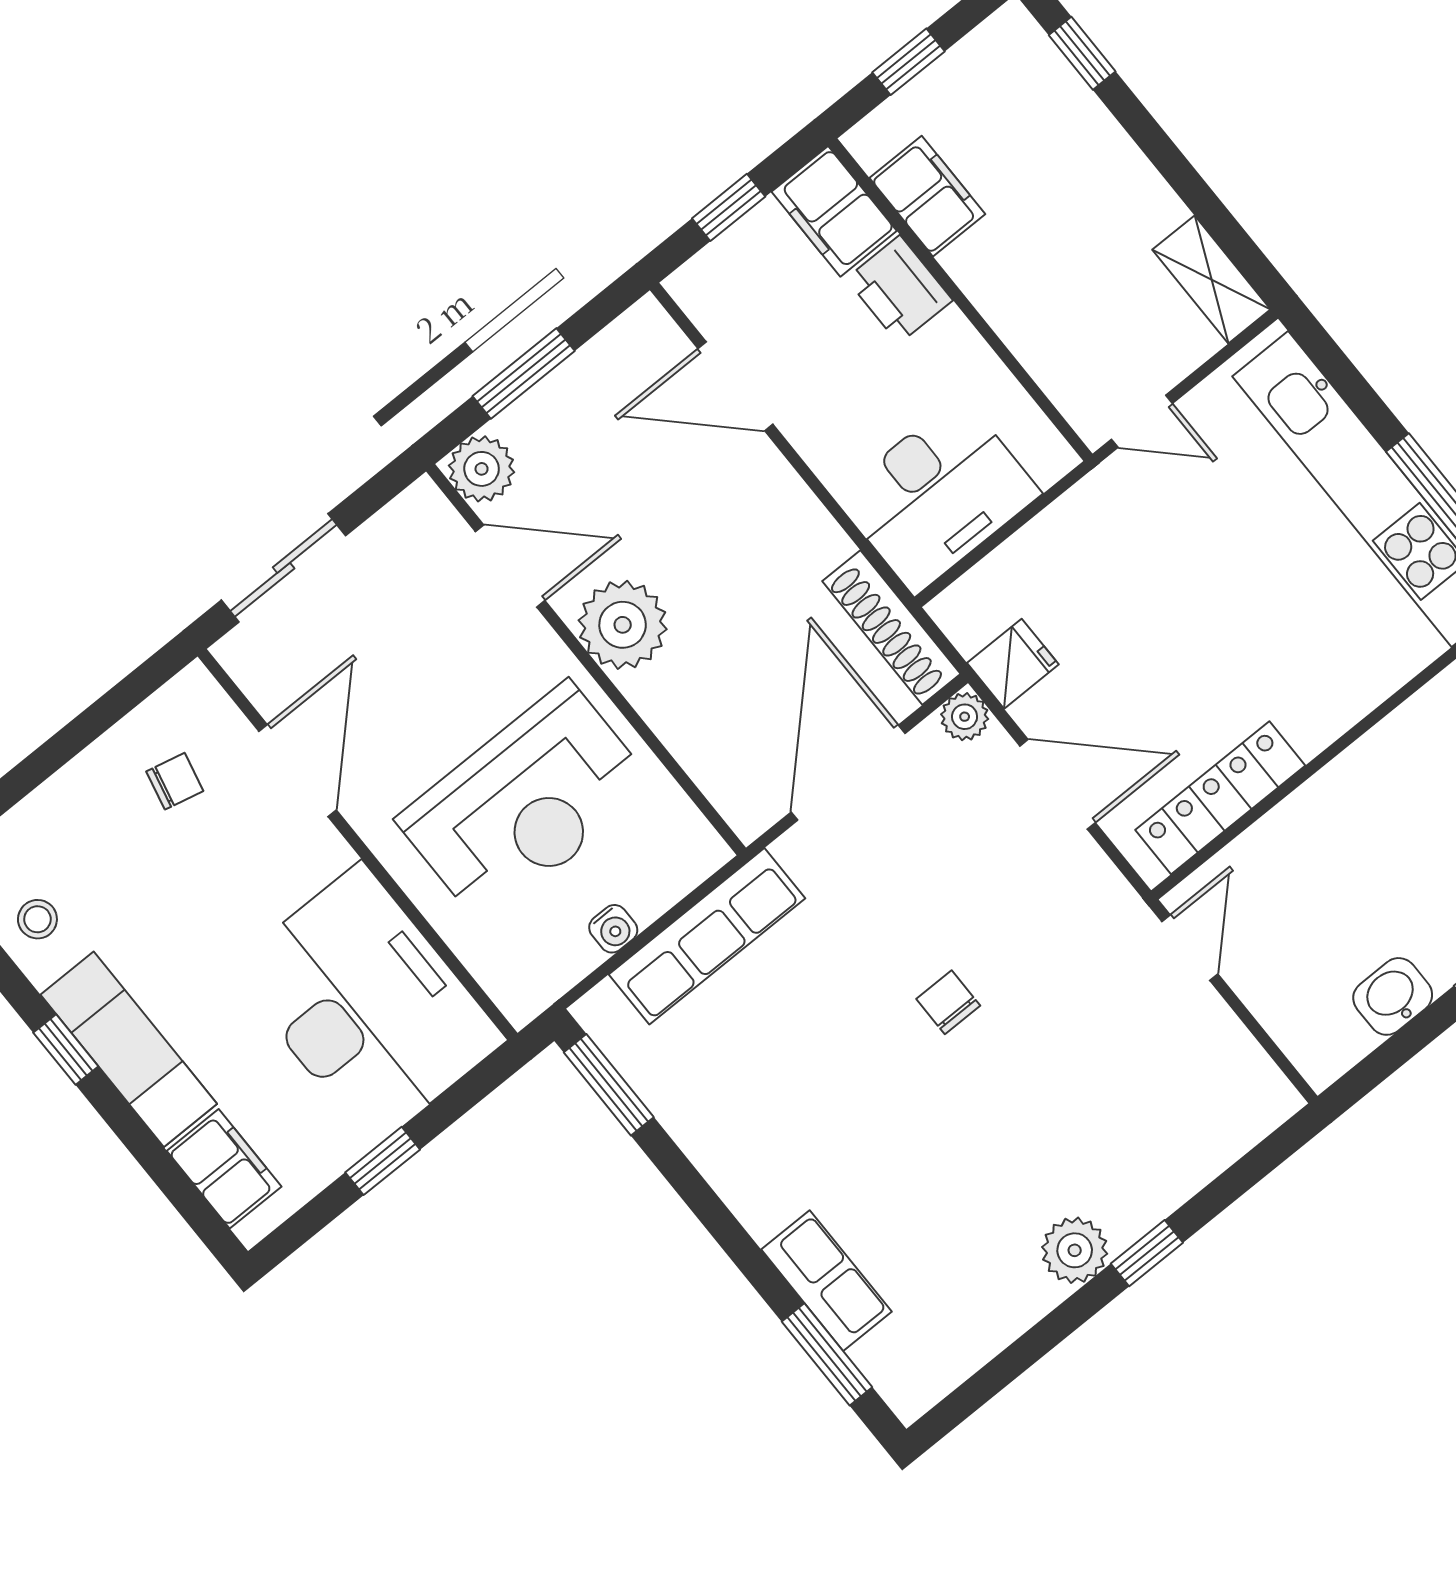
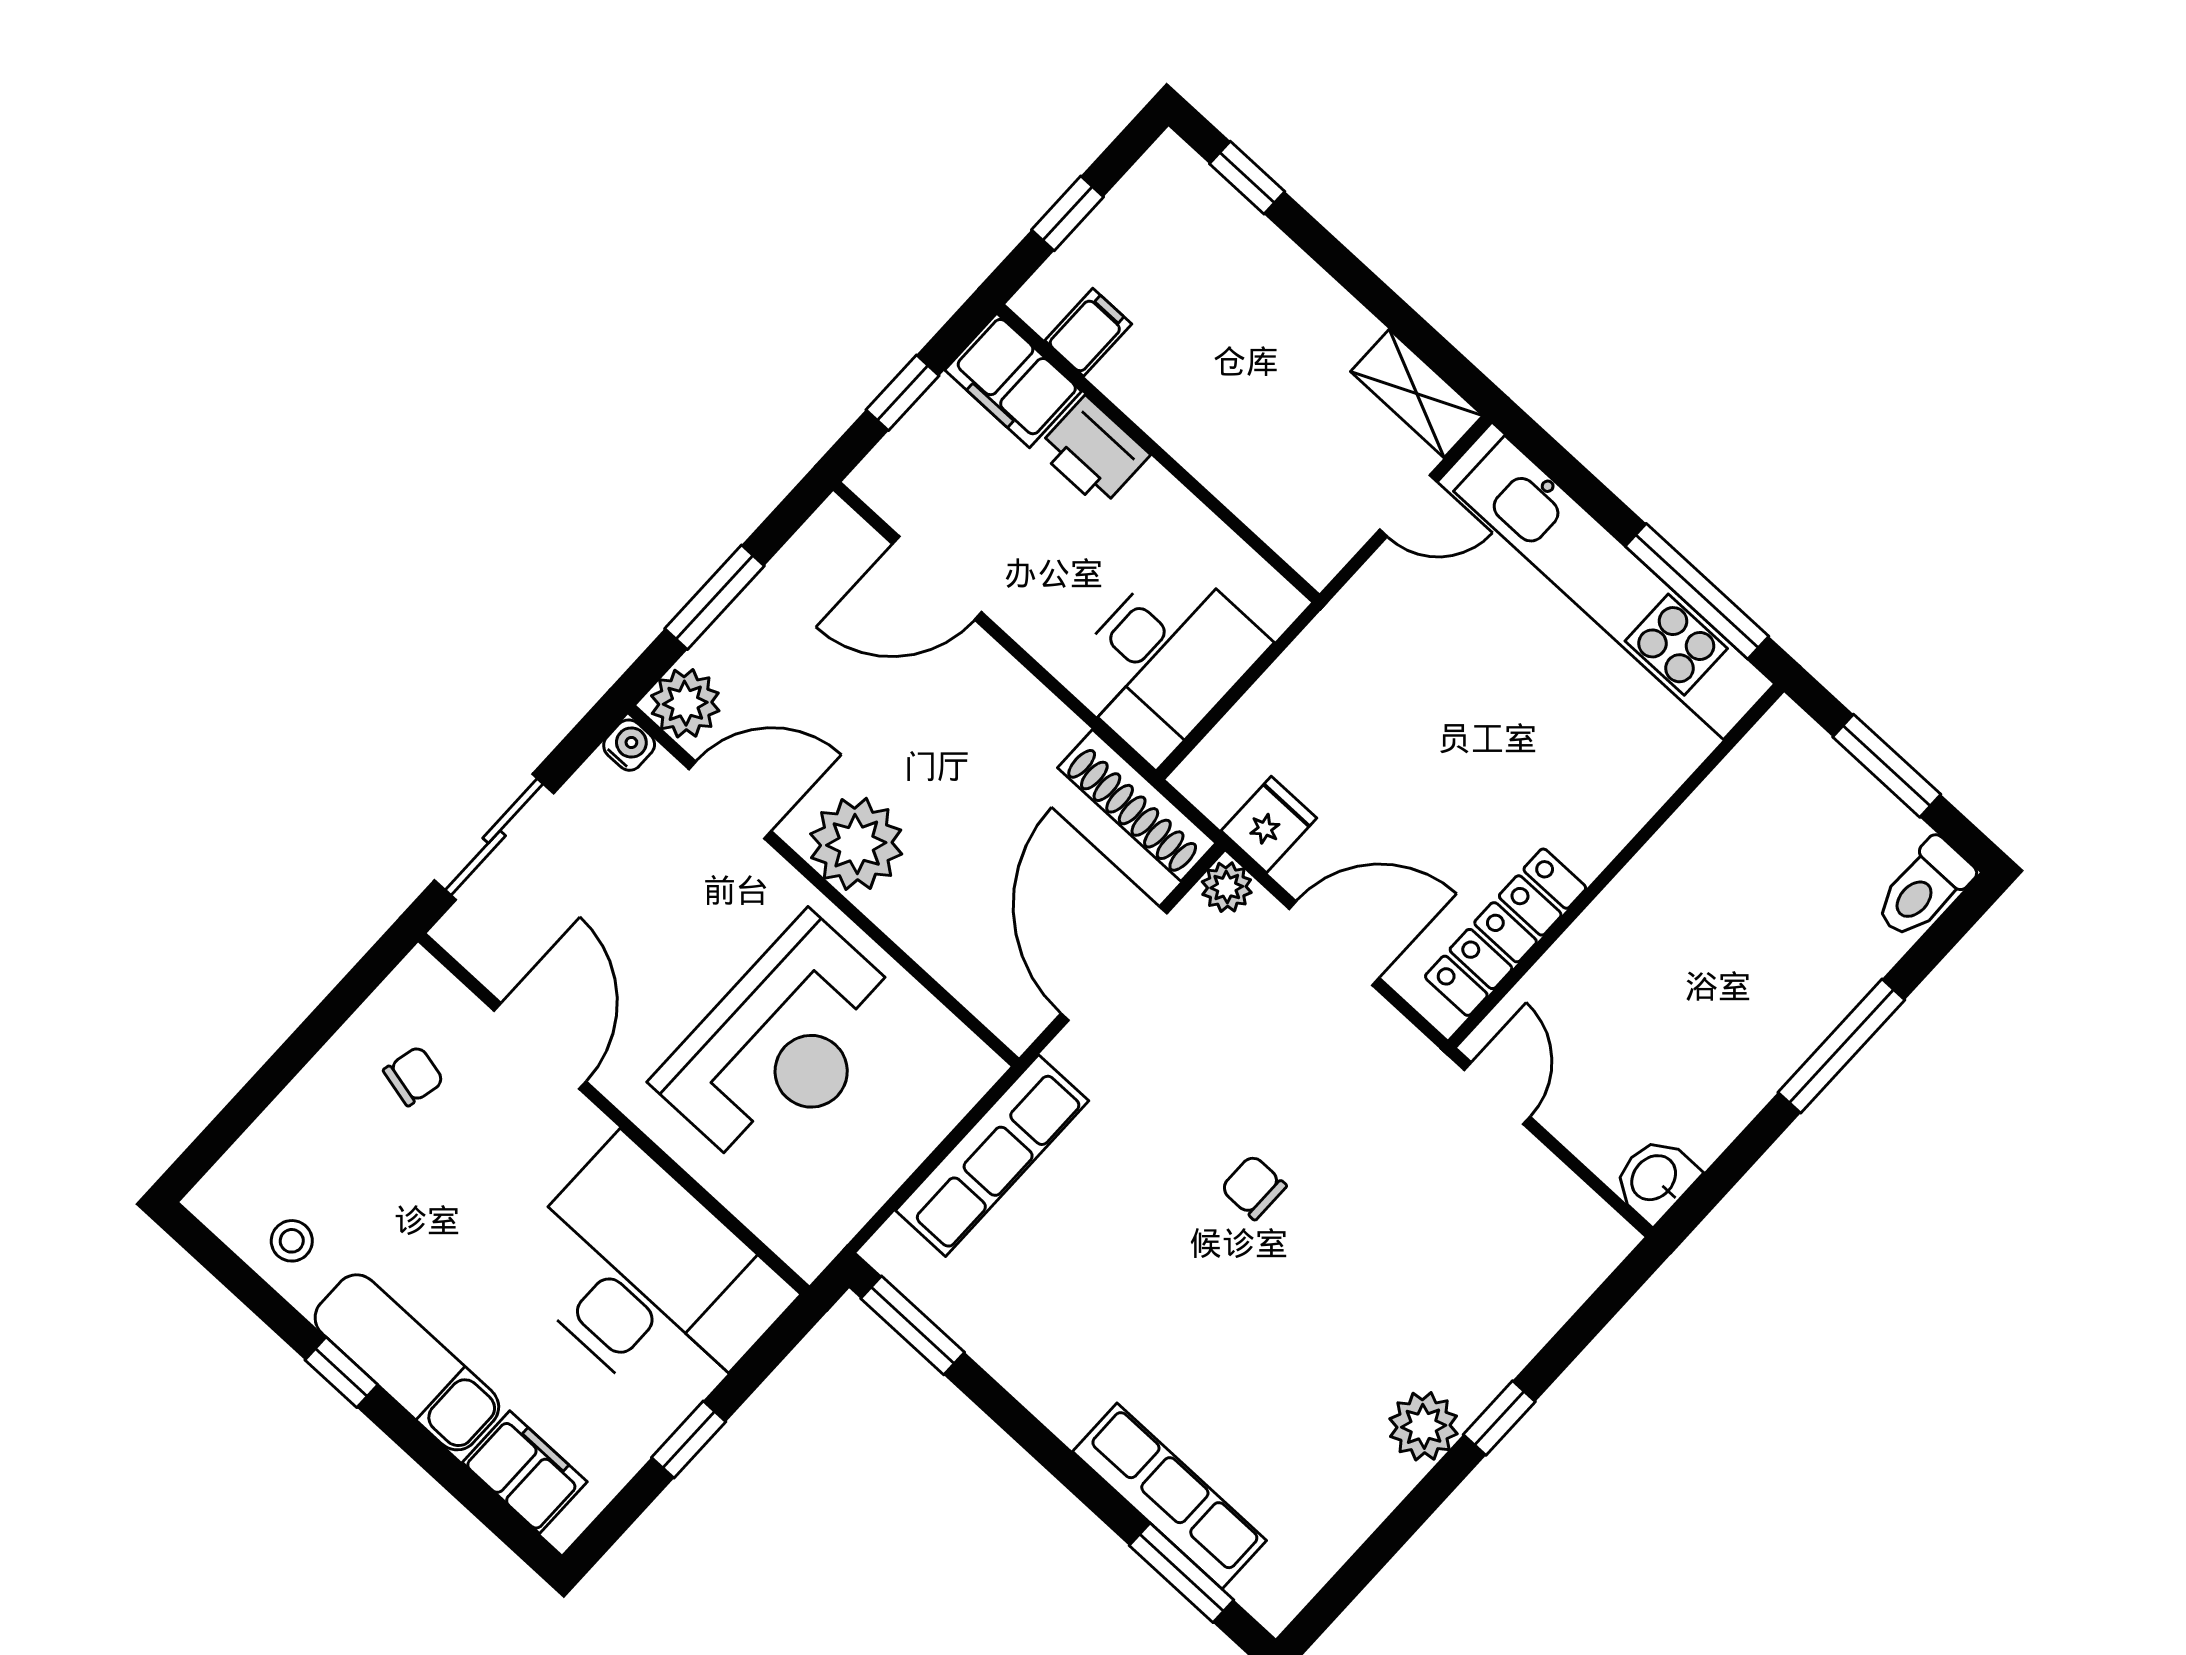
filing cabinet: (927, 196) -> (1088, 332), width x0.50
door: (1142, 421) -> (1408, 506), moved
water cooler: (613, 929) -> (629, 745), moved, turned -90
washbasin: (1393, 996) -> (1655, 1179), moved
row of seats: (826, 1281) -> (1170, 1496), width x1.48

